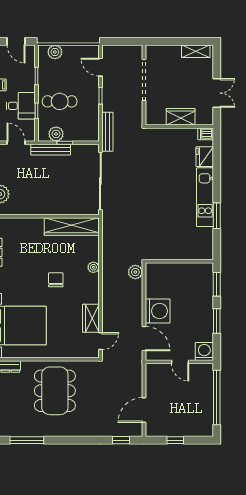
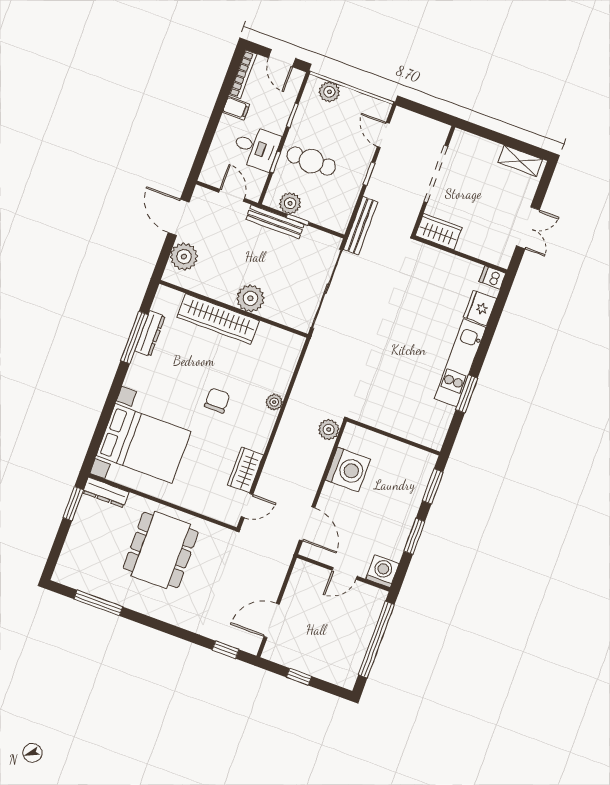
wardrobe: (181, 117) -> (439, 232), moved
plant: (53, 205) -> (250, 298), added
wardrobe: (72, 226) -> (218, 319), moved
washing machine: (158, 311) -> (348, 470), moved
door: (180, 362) -> (344, 573), hinge flipped

